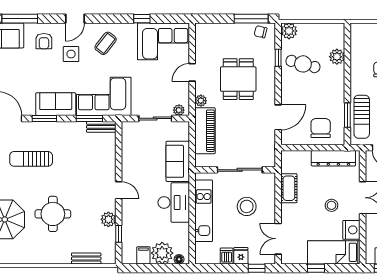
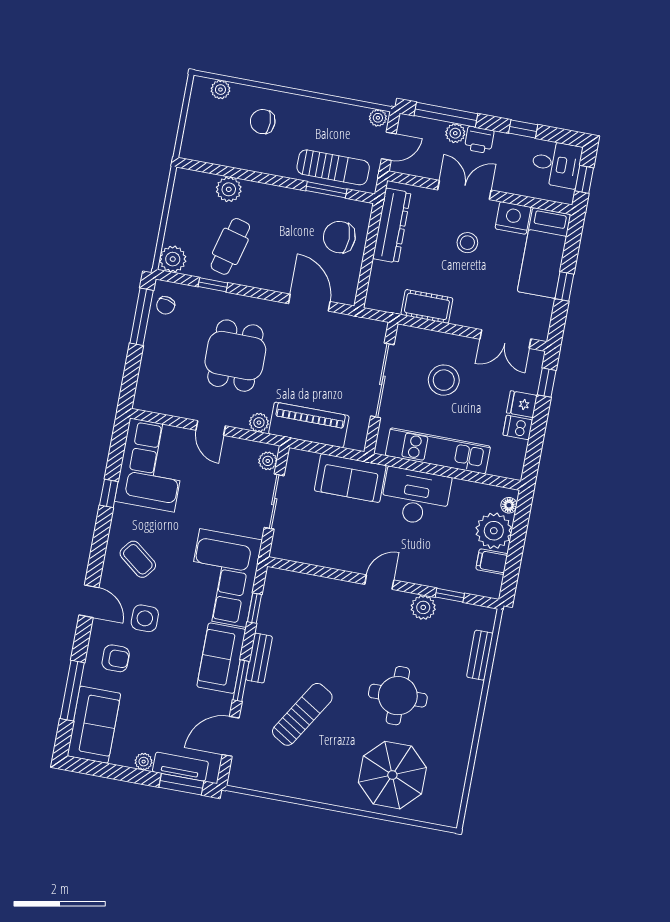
dining table: (238, 79) -> (235, 356), turned 90
window: (89, 118) -> (254, 608), width x0.67
bench: (101, 127) -> (259, 658), moved
sun lounger: (31, 159) -> (302, 714), turned -148

